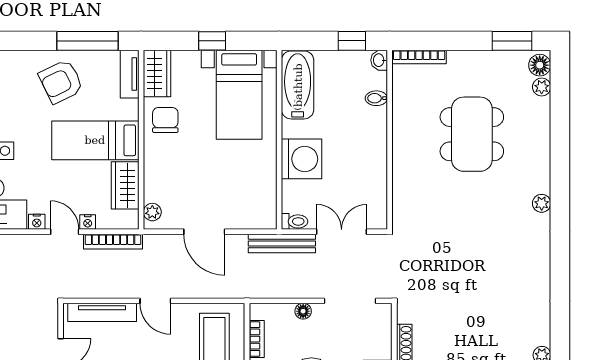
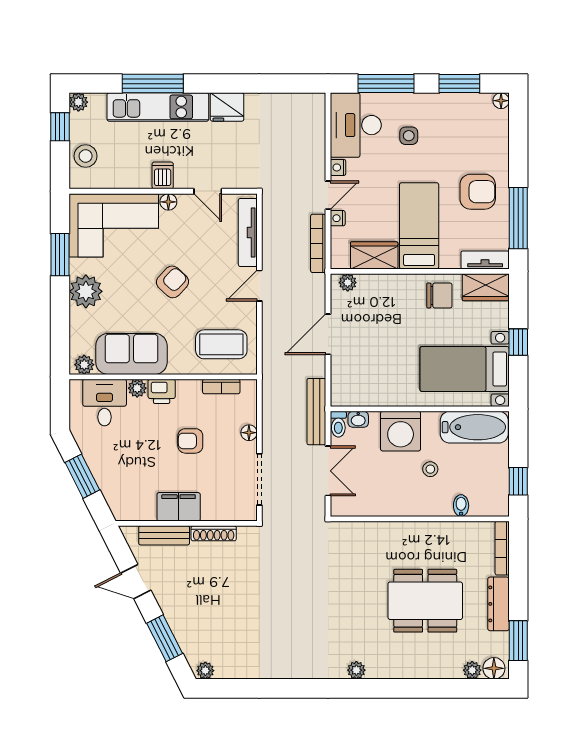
washbasin: (379, 60) -> (358, 419), moved, turned 180
dresser: (475, 61) -> (498, 604), added
armchair: (61, 82) -> (478, 192), turned 116
stool: (340, 129) -> (430, 469), added

